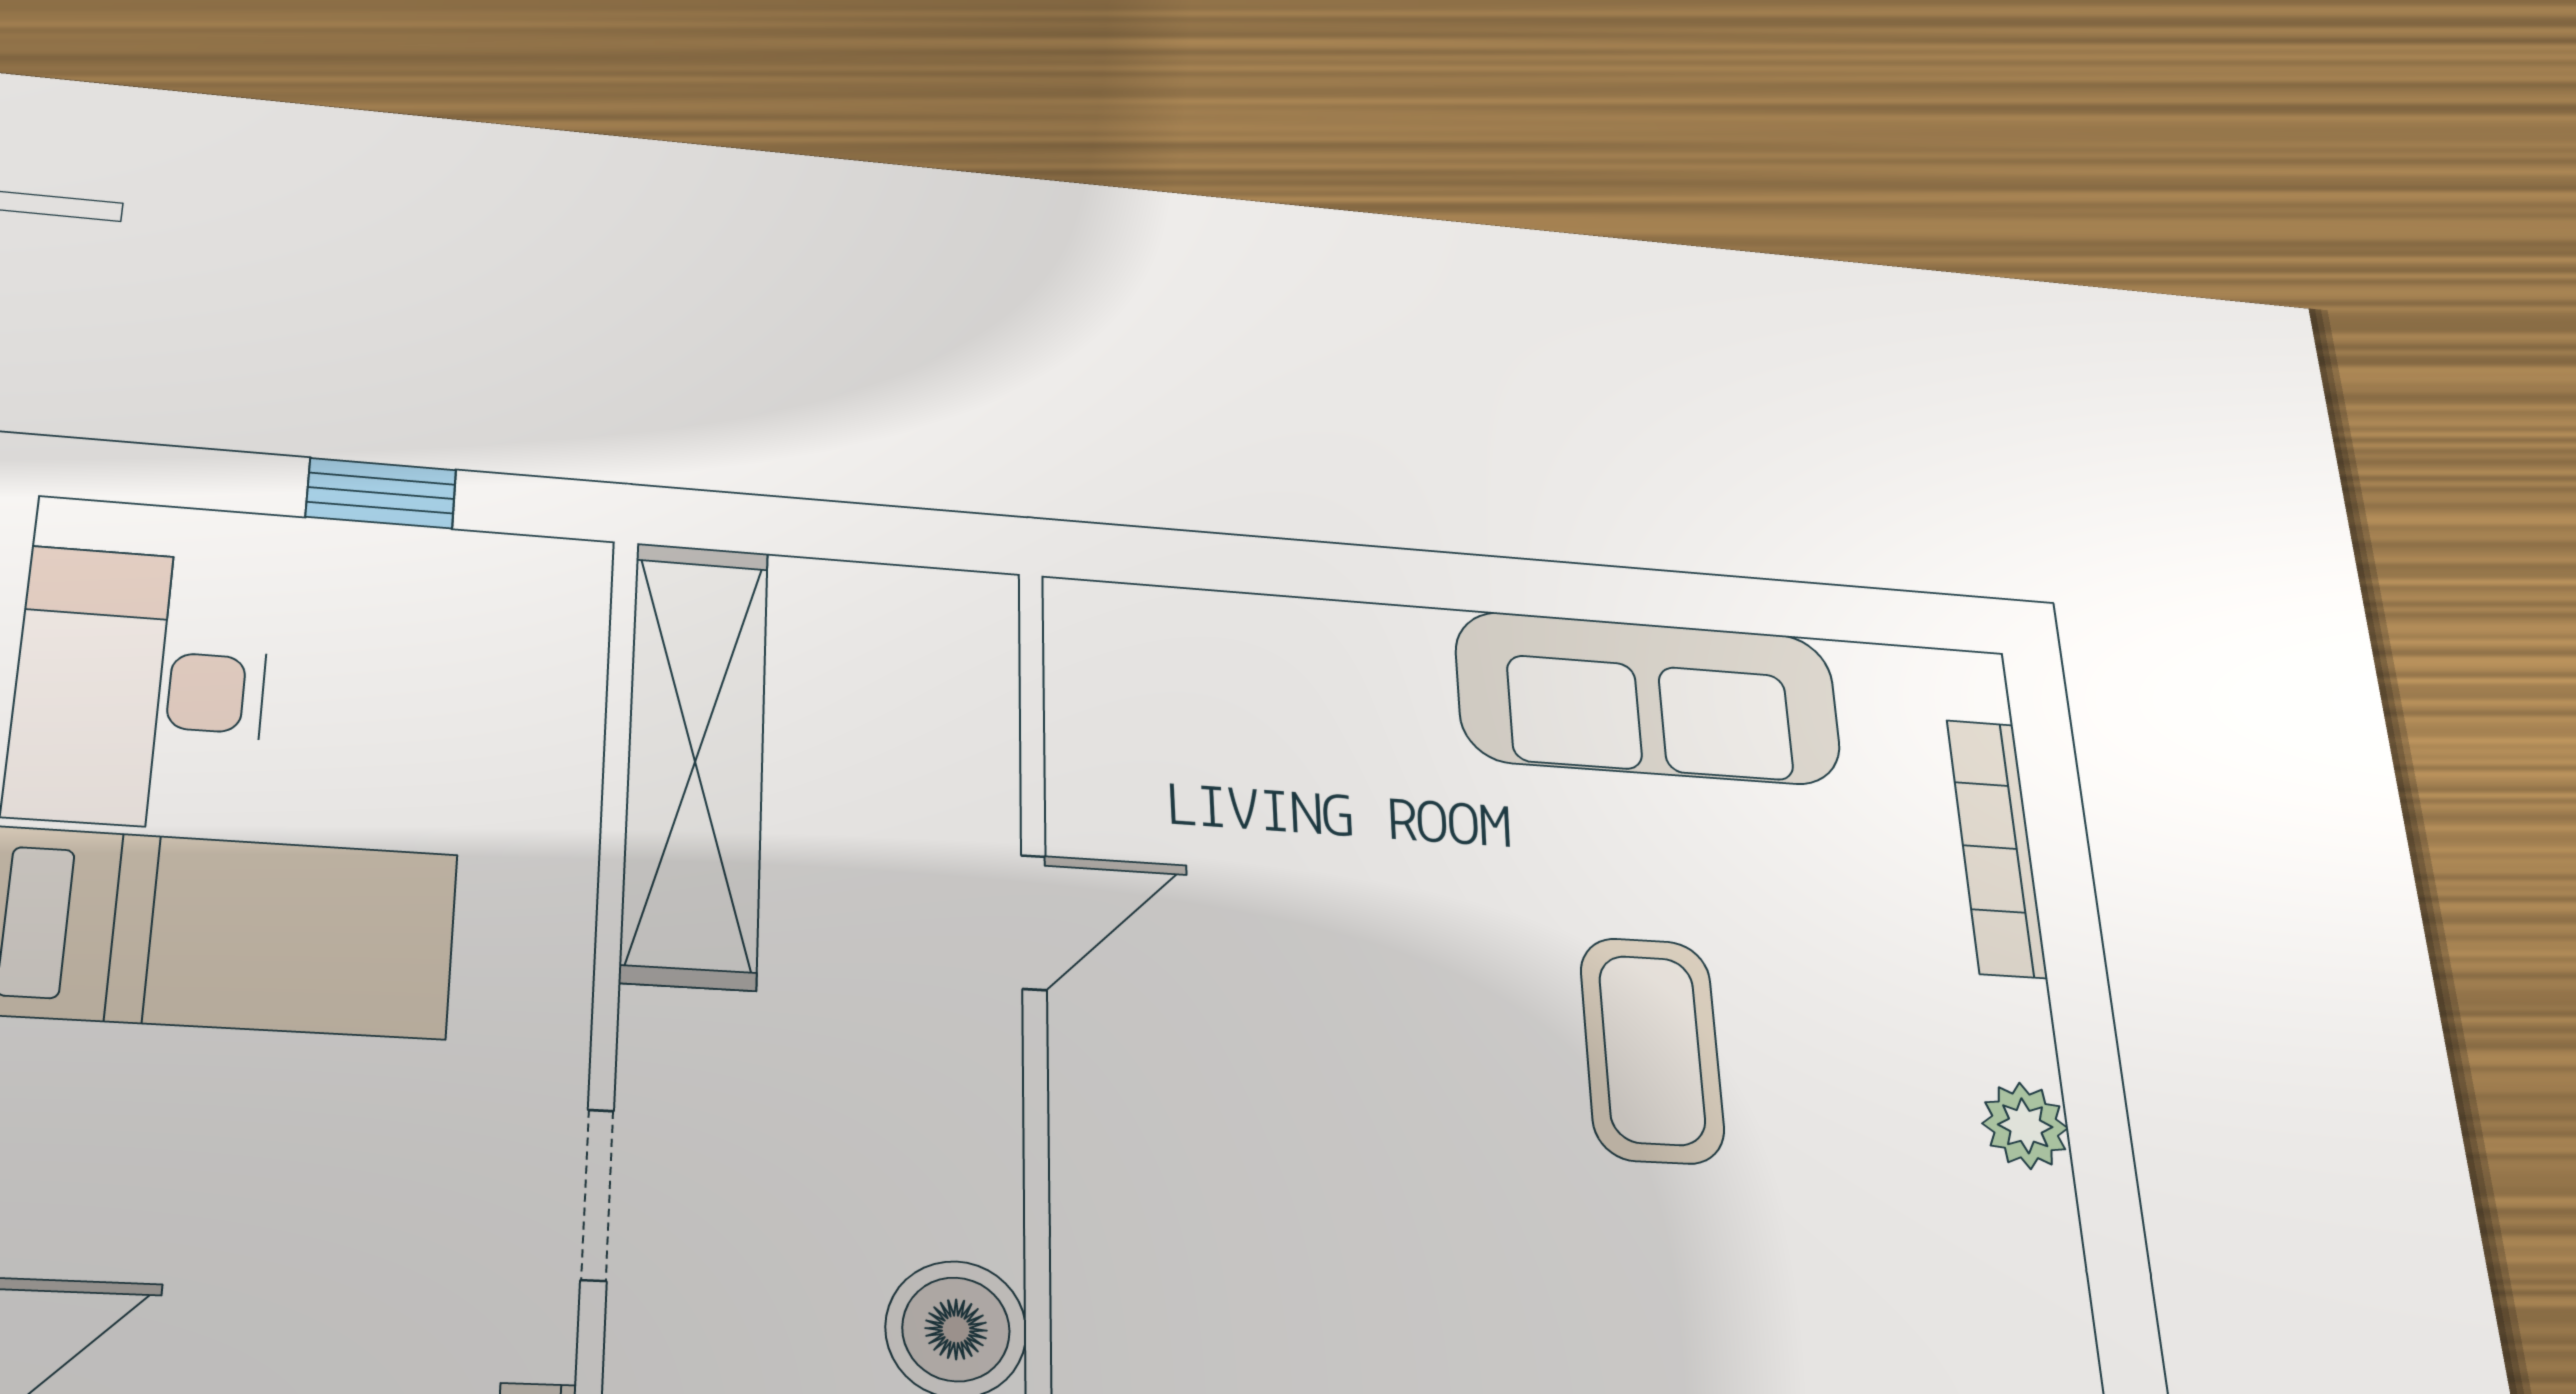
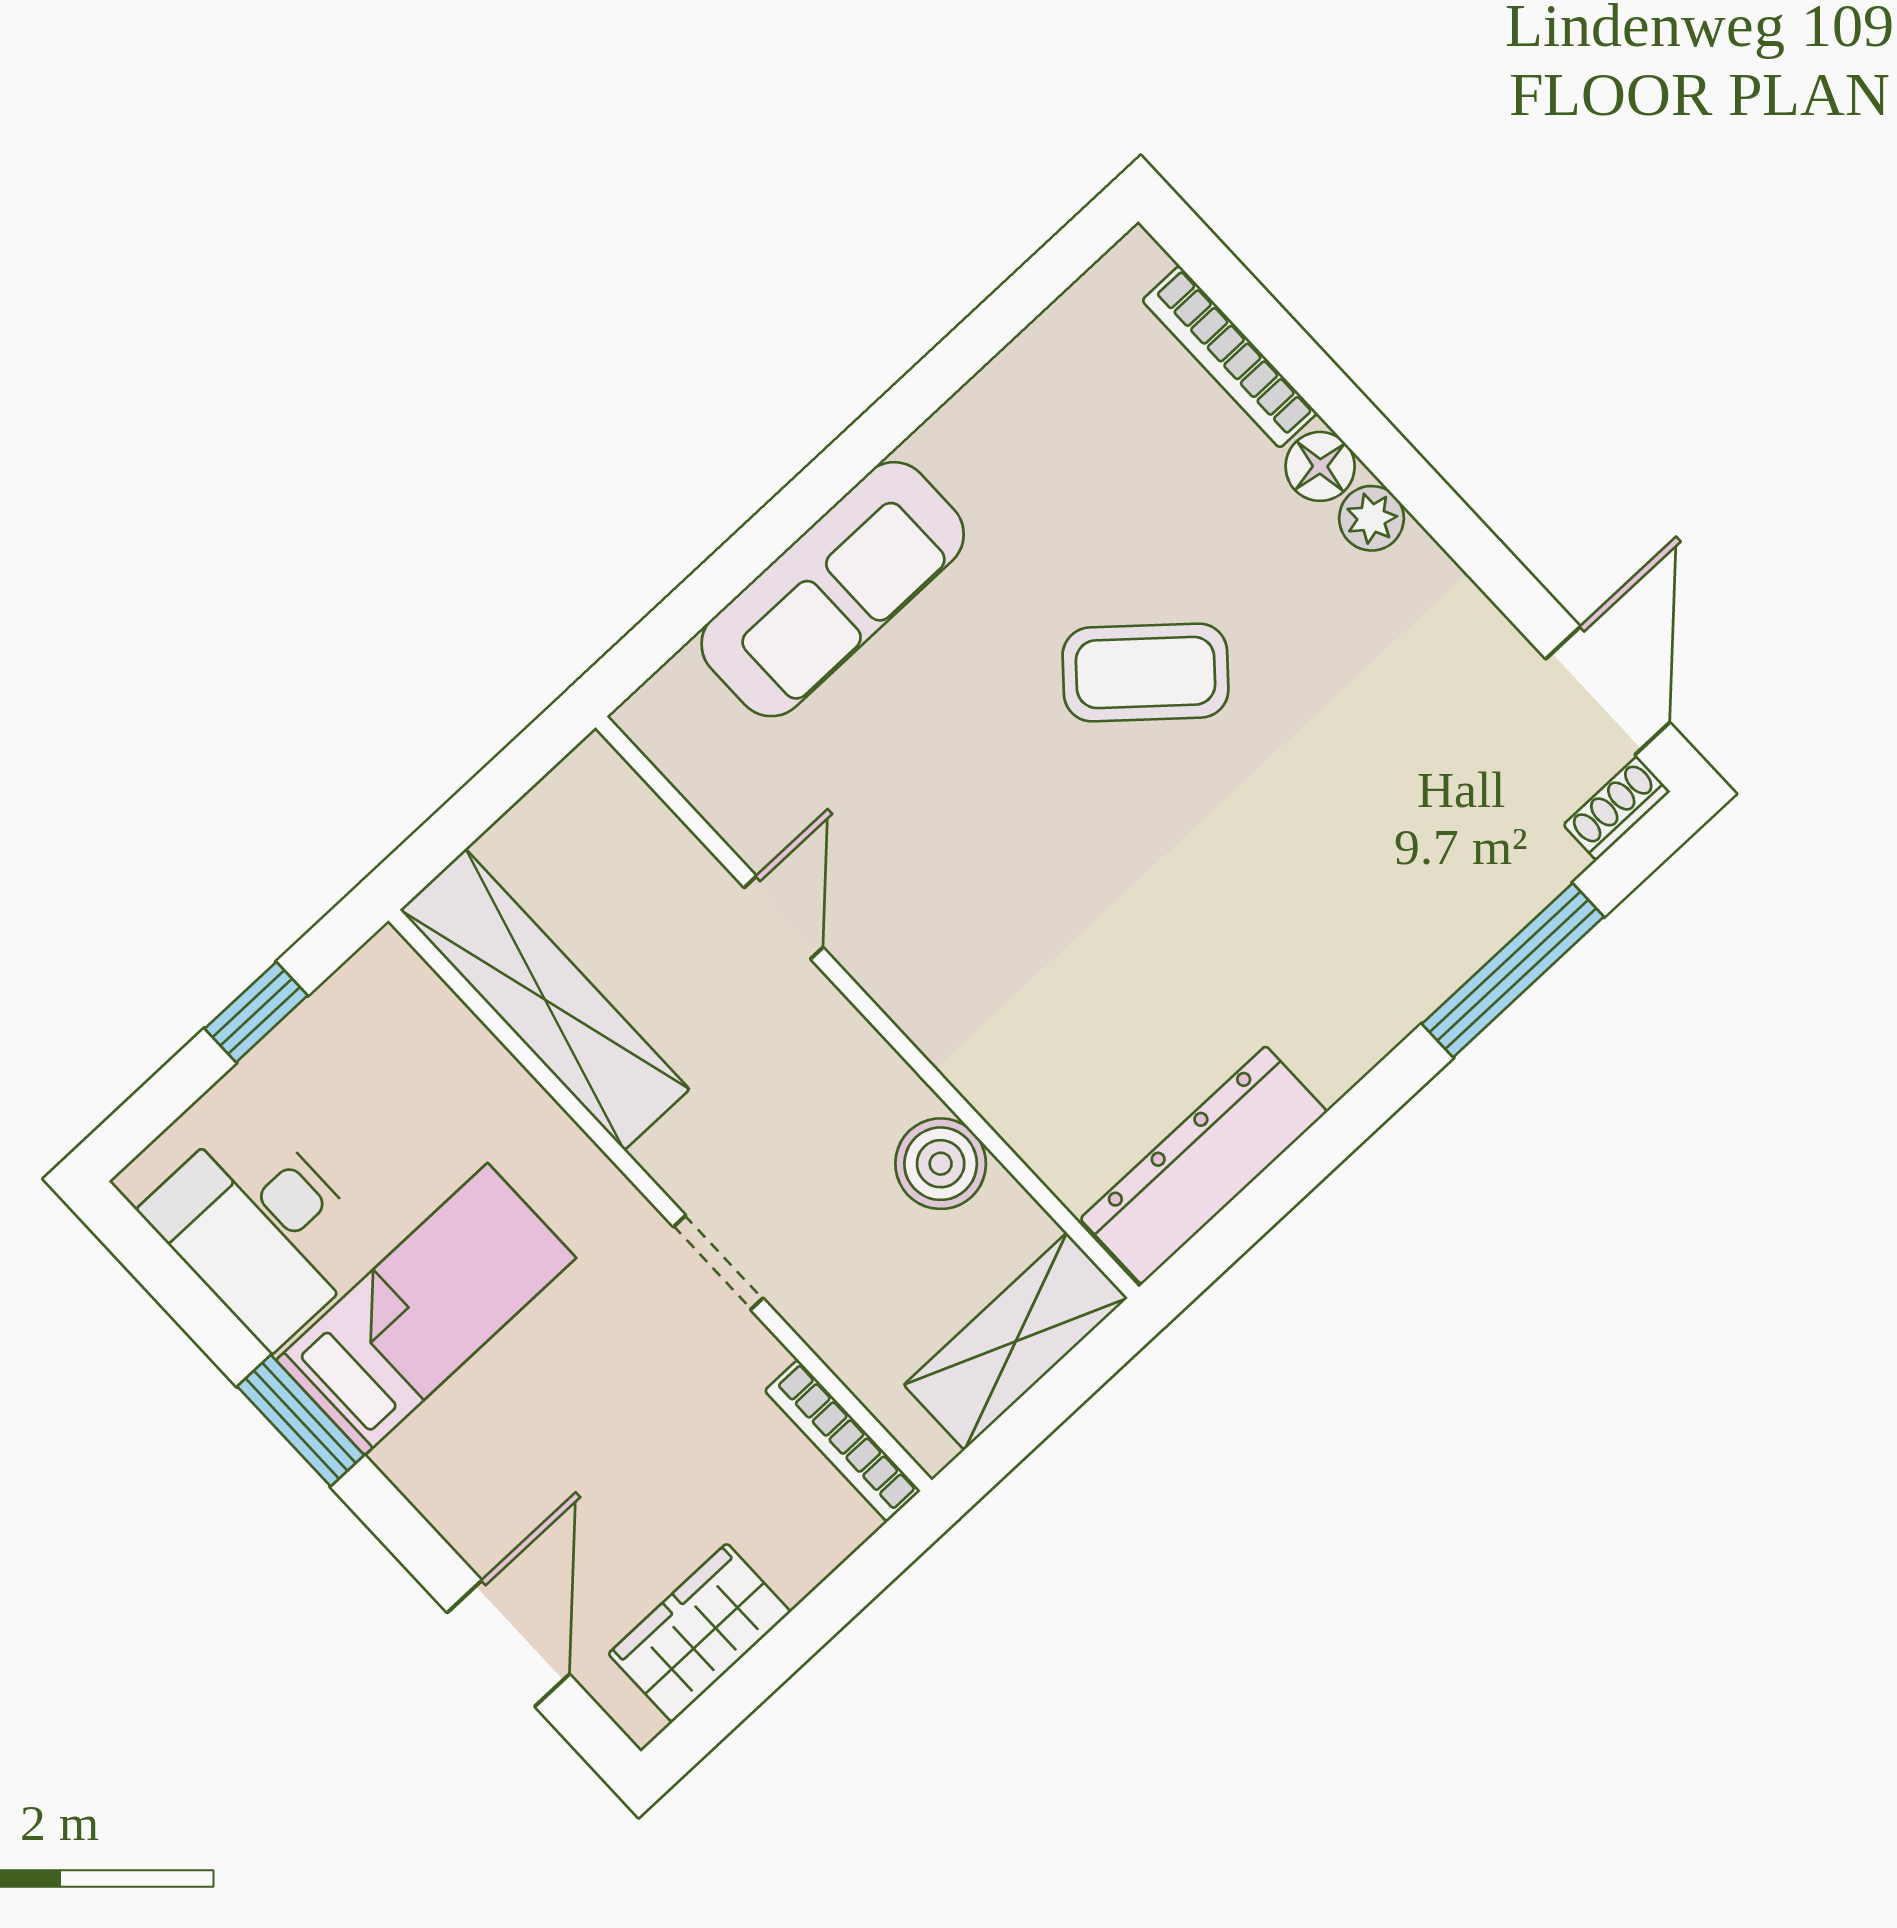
sofa: (1649, 698) -> (833, 589), moved
floor lamp: (2009, 1029) -> (1320, 466), added
coffee table: (1652, 1050) -> (1145, 673), turned -49

